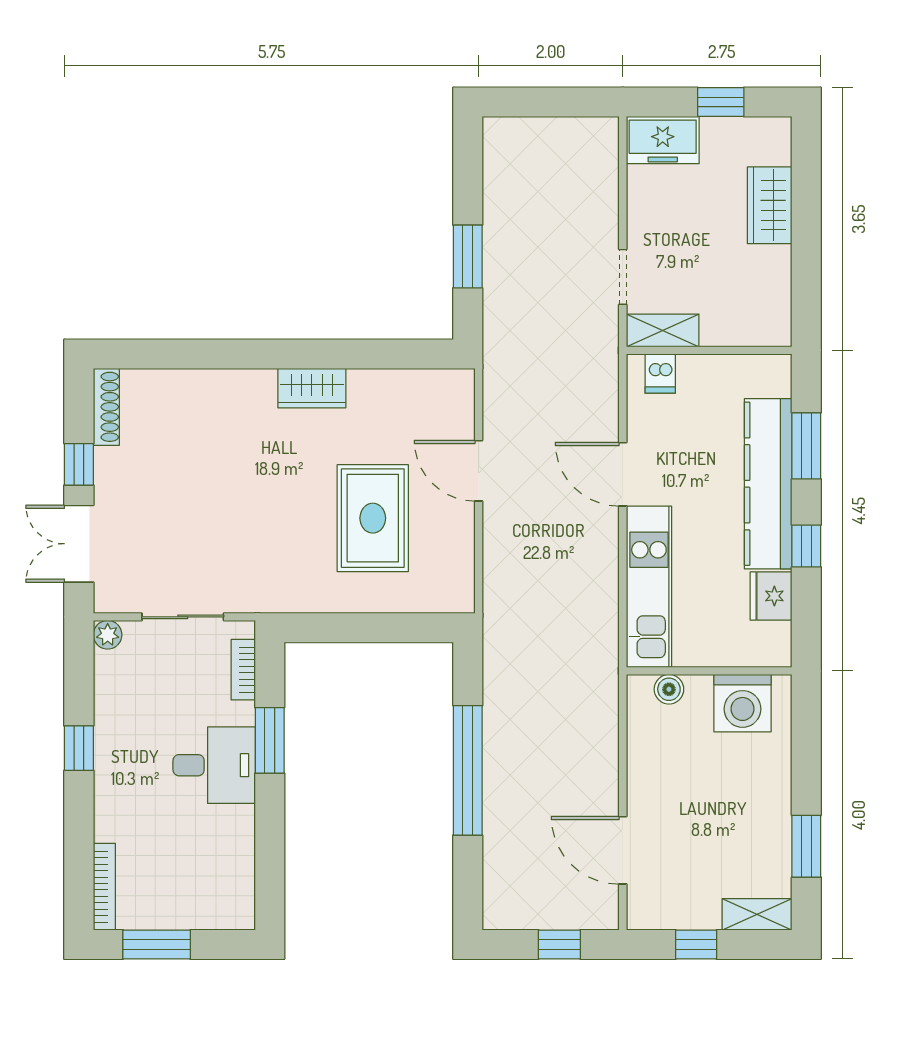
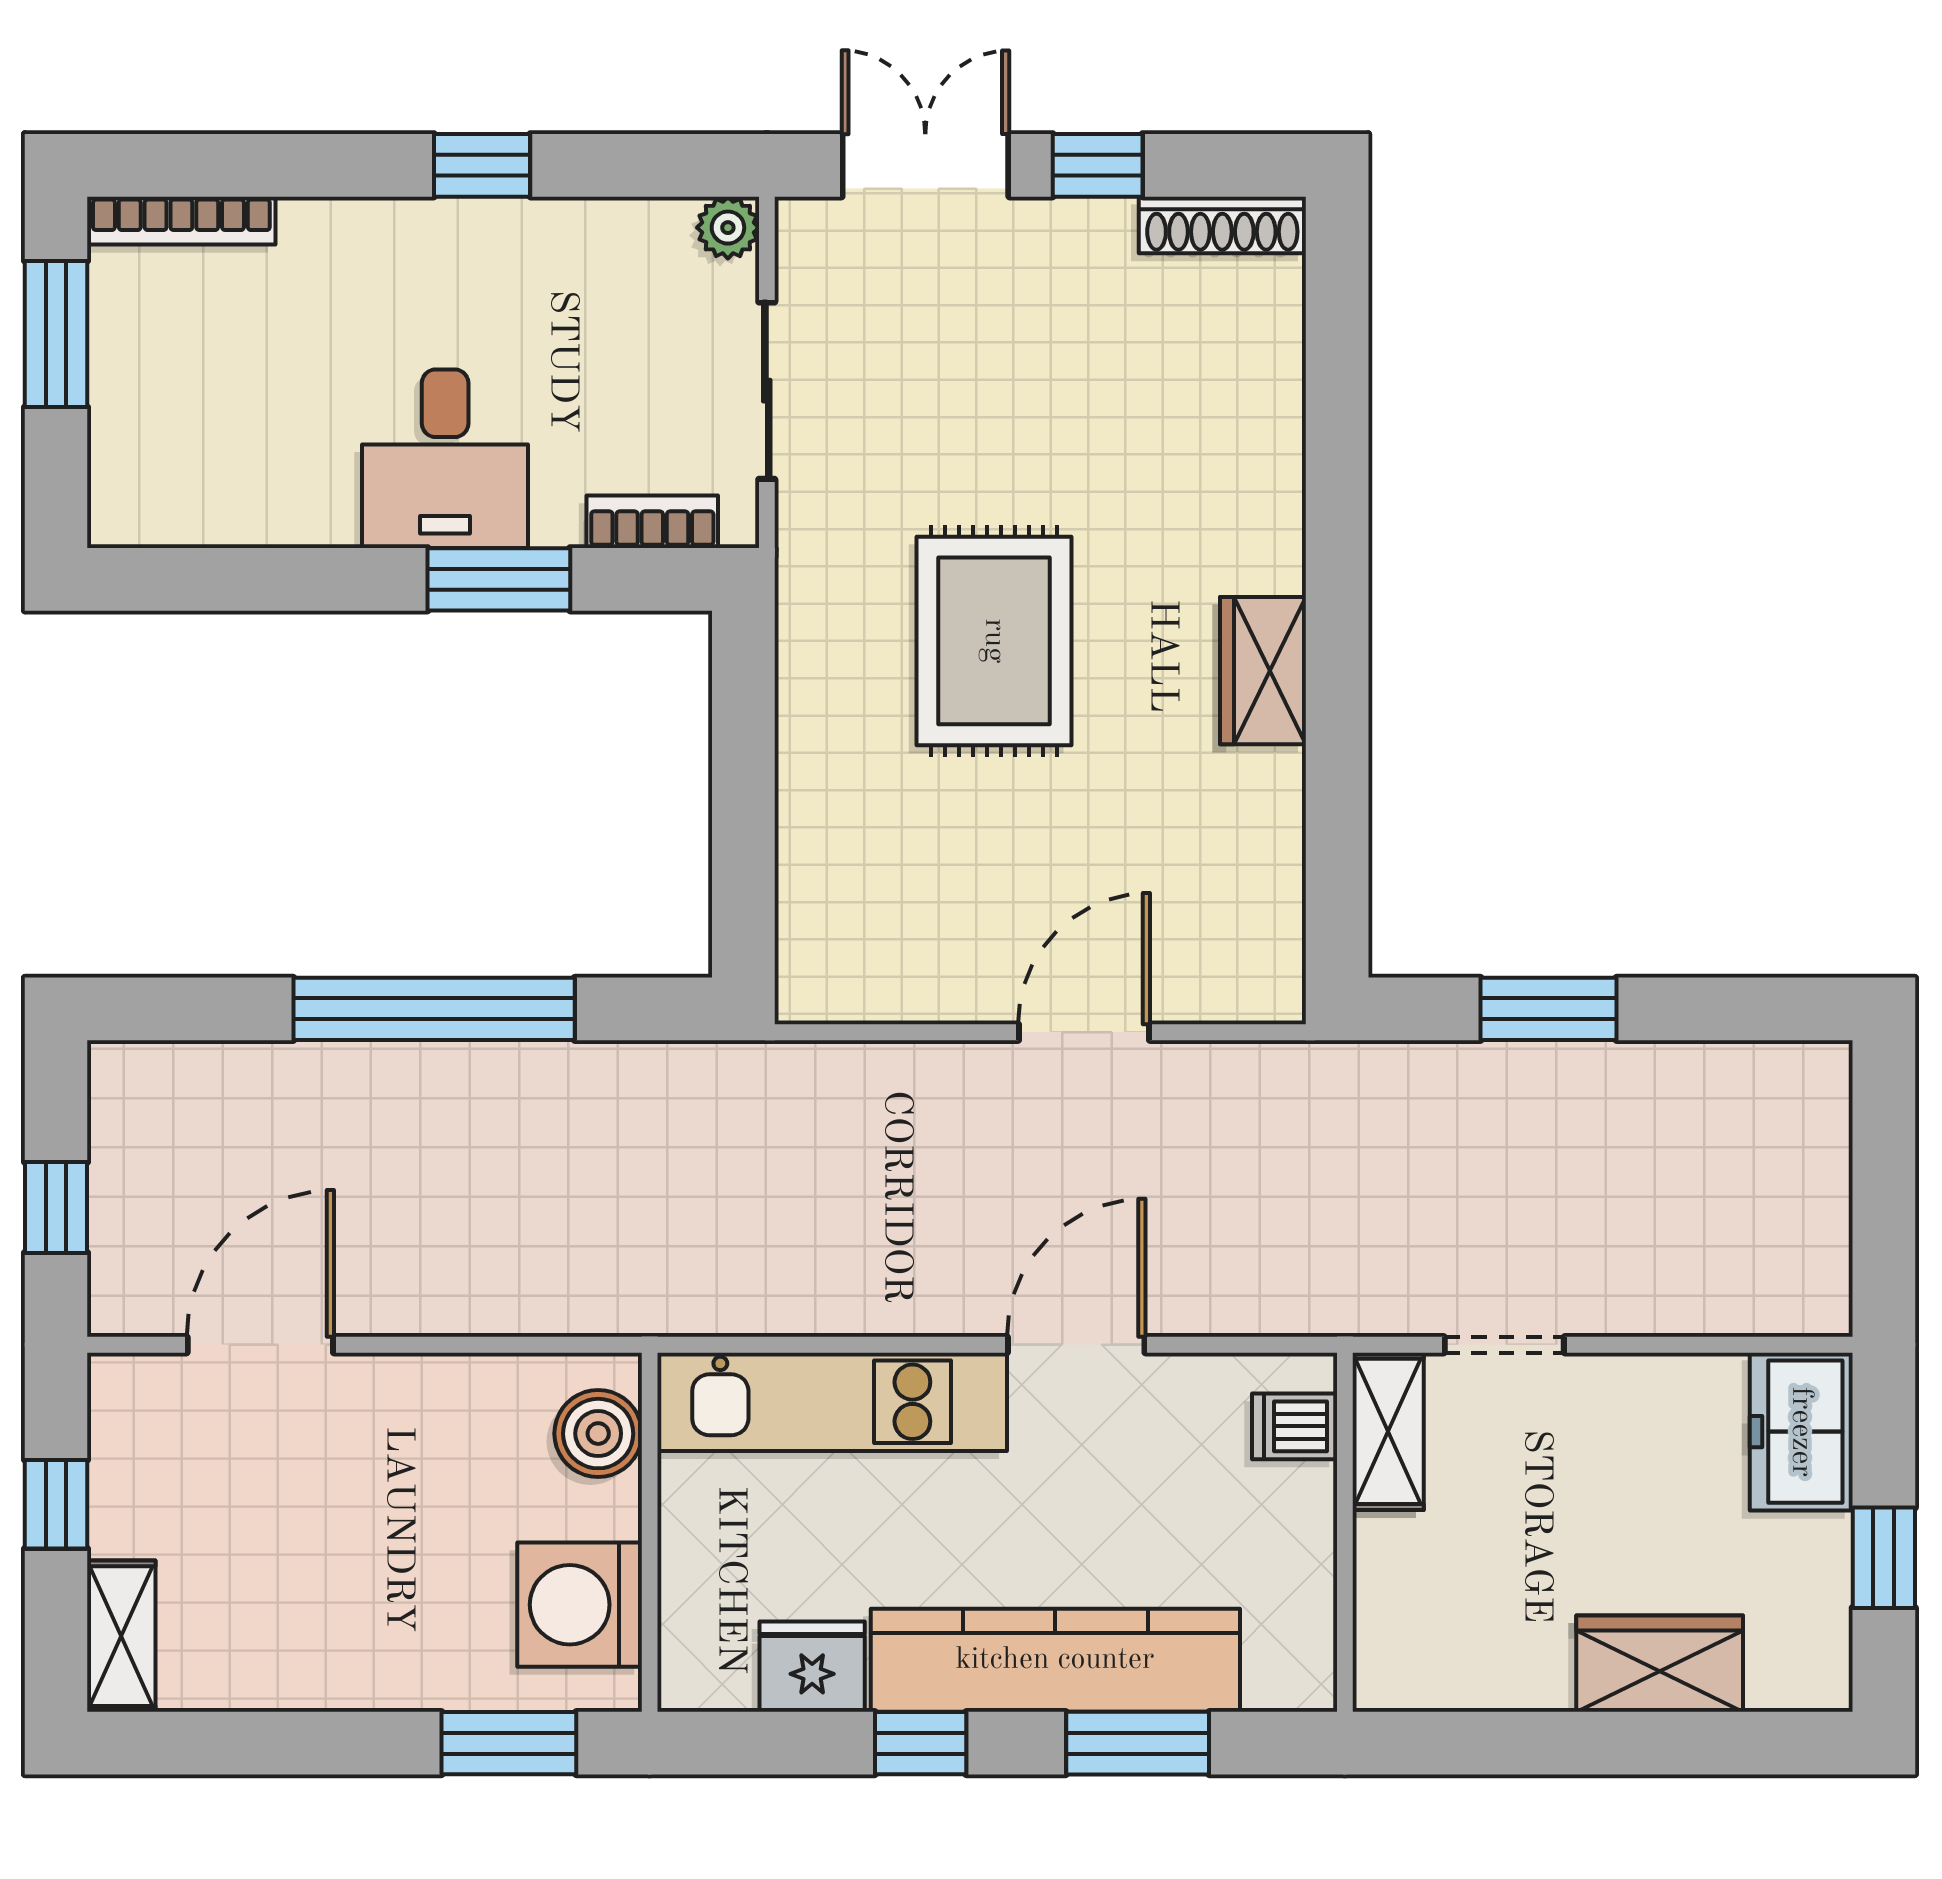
rug: (373, 518) -> (994, 641), moved, turned 90
boiler: (669, 689) -> (598, 1434), width x1.36, depth x1.36
window: (806, 846) -> (509, 1743), moved

